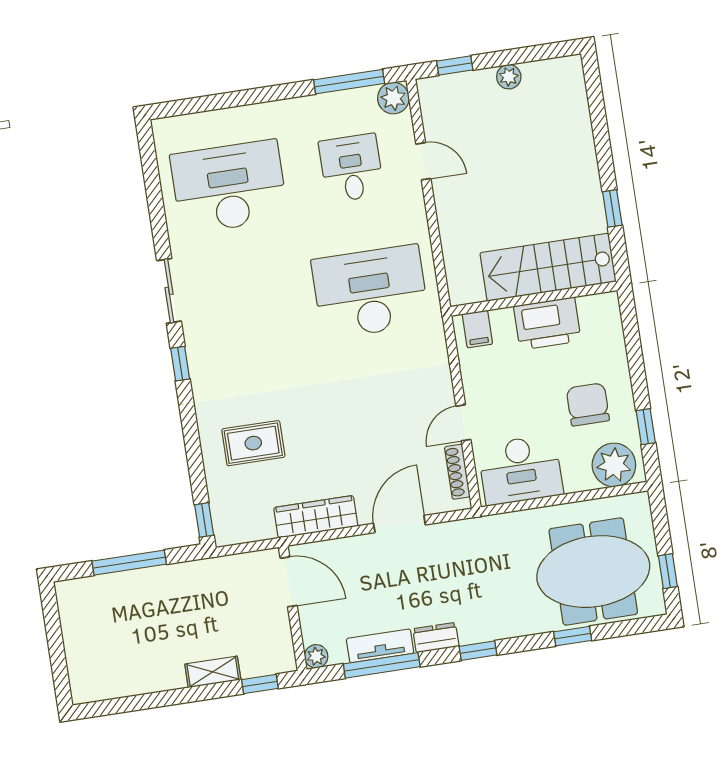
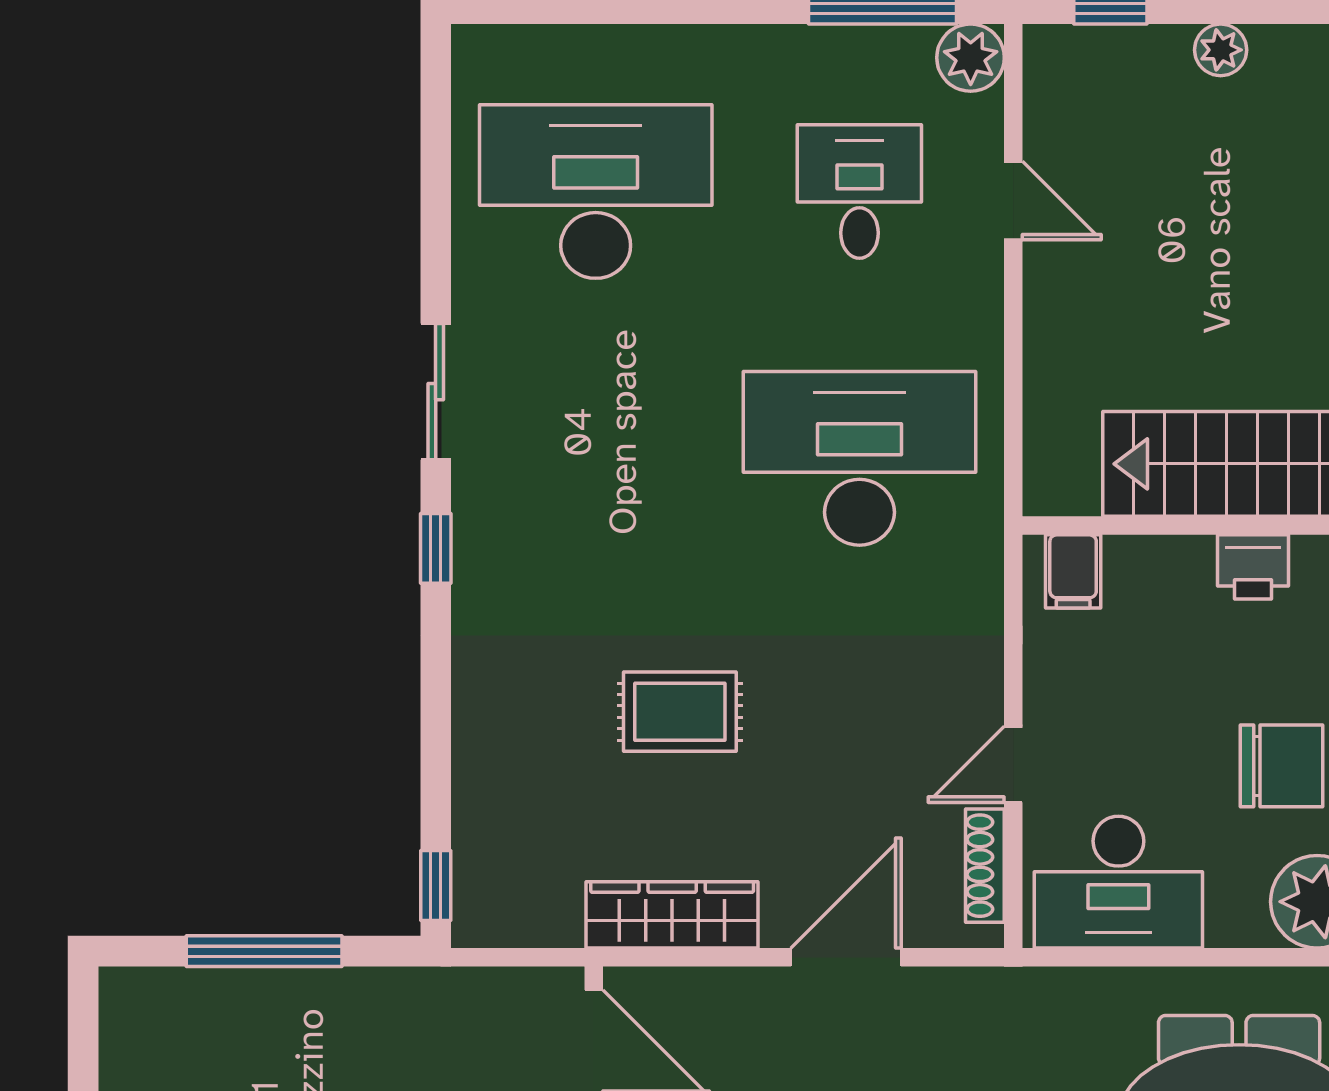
printer: (547, 324) -> (1253, 567), width x0.53, depth x0.68
chair: (588, 404) -> (1282, 766), turned 90
rug: (253, 443) -> (680, 712), moved

